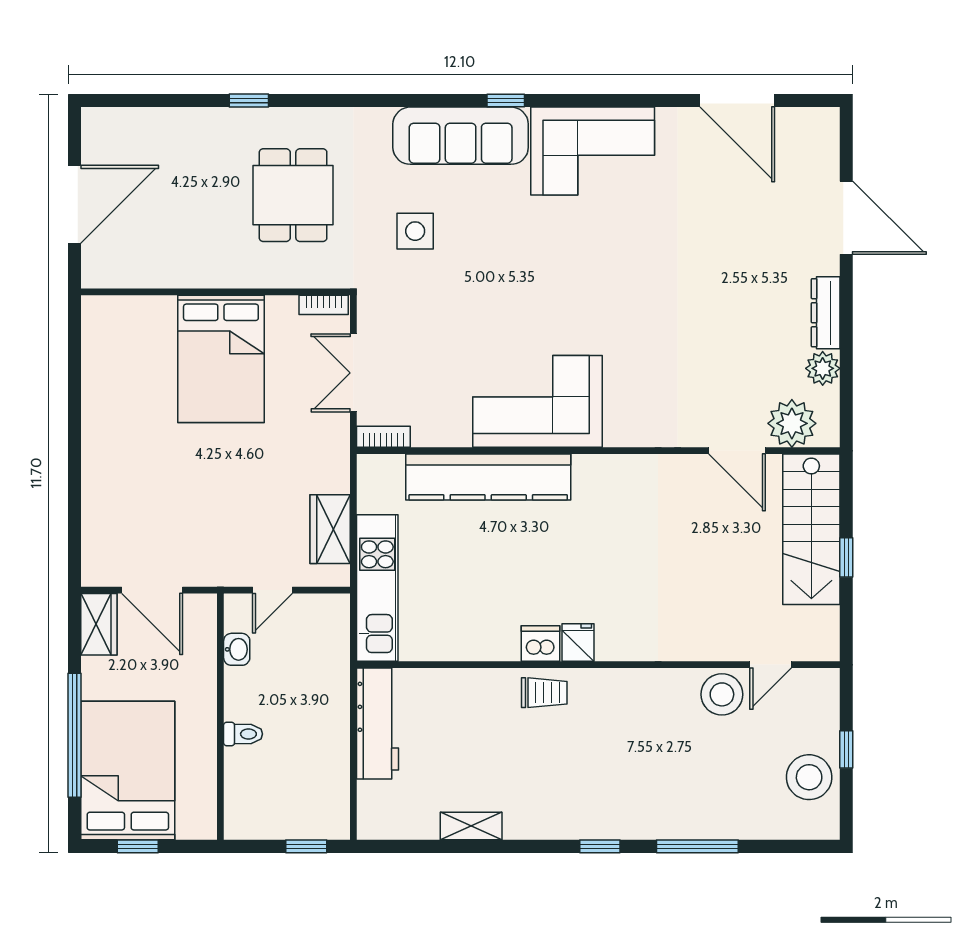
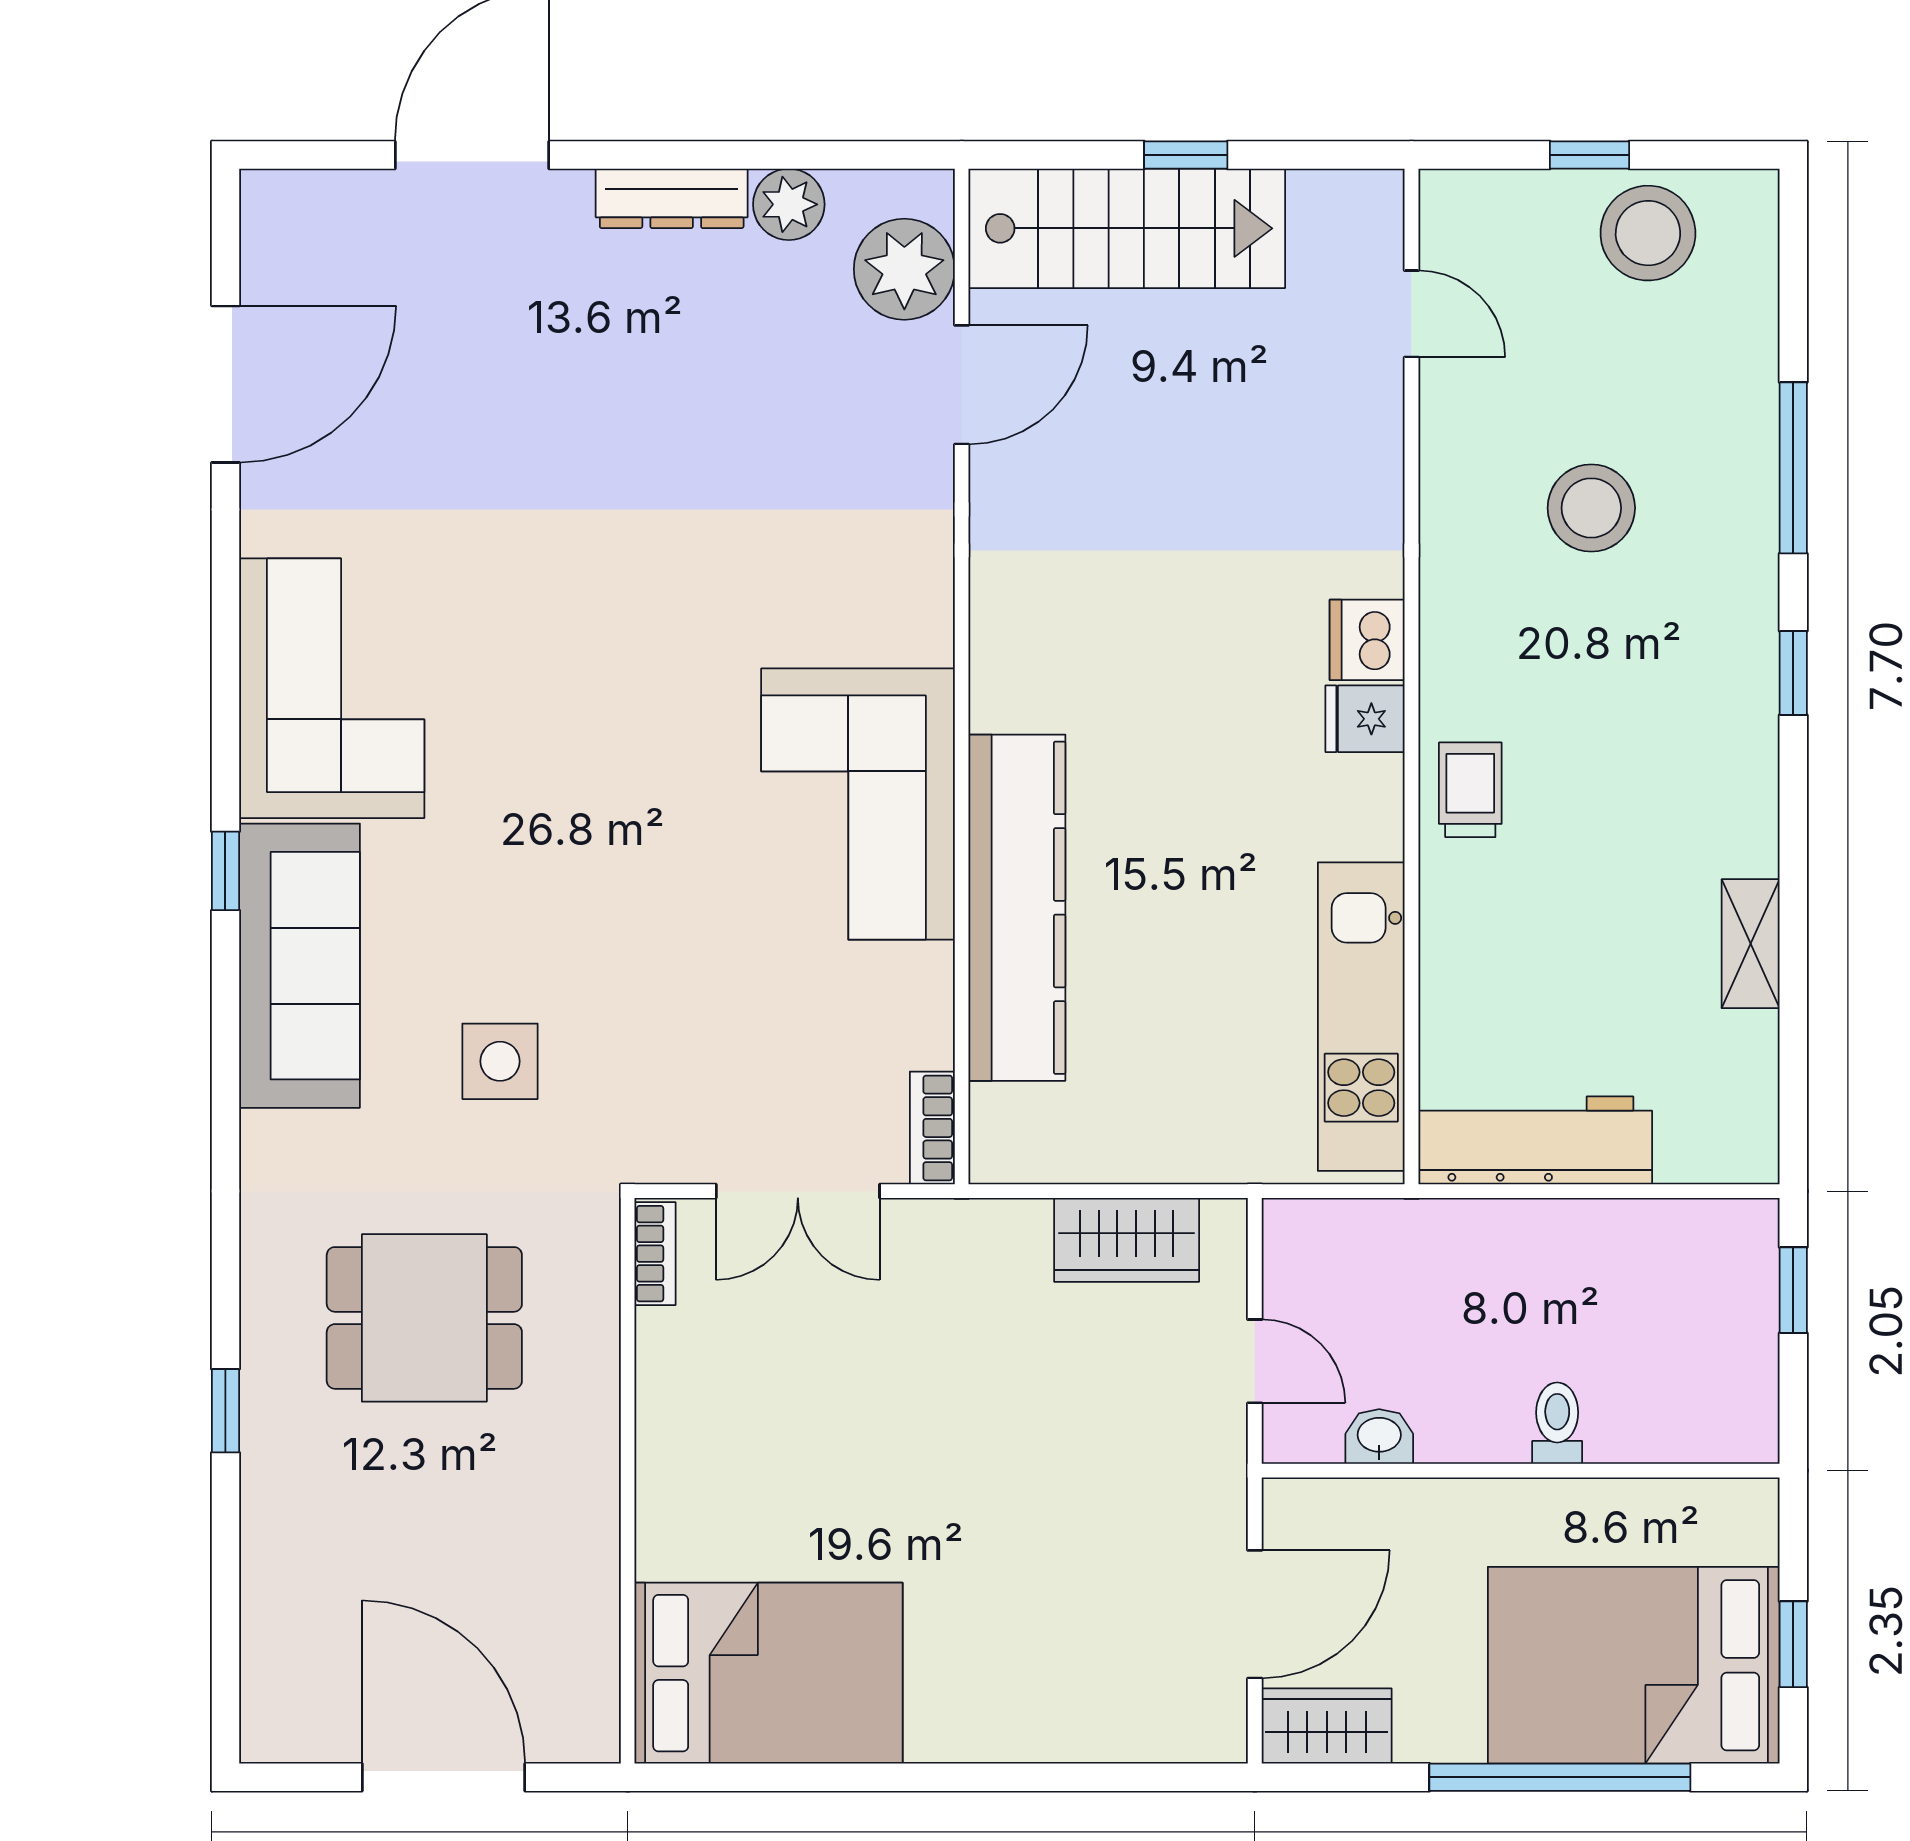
bed: (221, 359) -> (769, 1673), moved
kitchen unit: (377, 588) -> (1361, 1017), moved, turned -90
dishwasher: (541, 644) -> (1367, 640), moved
stool: (722, 694) -> (1591, 508), moved

